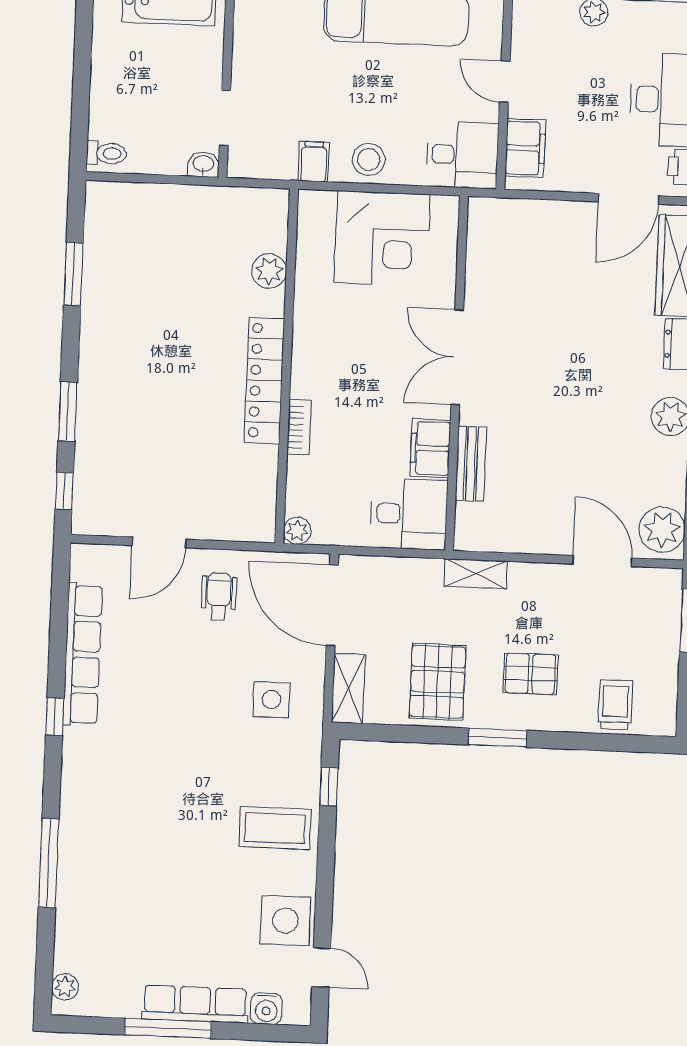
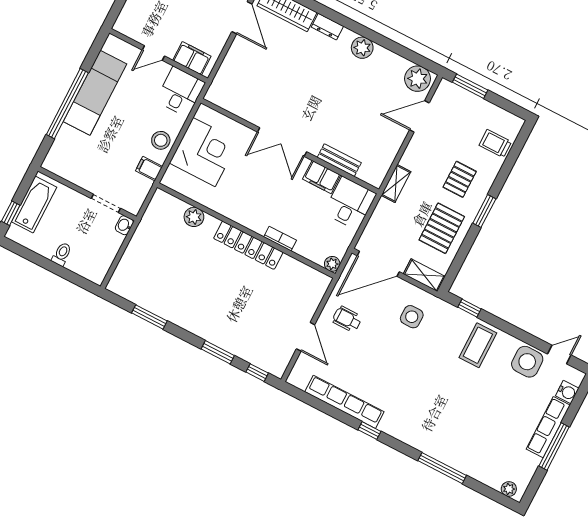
toilet: (106, 153) -> (62, 254), moved
pallet: (438, 682) -> (442, 228), turned 90

